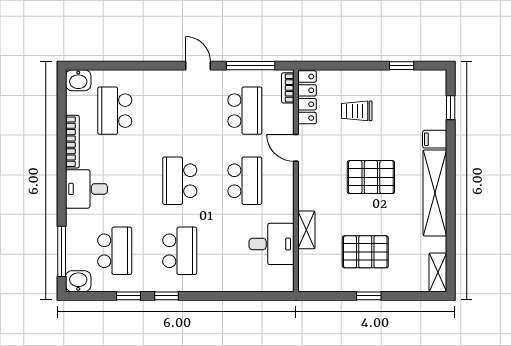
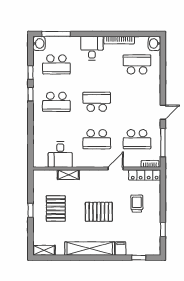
pallet: (371, 177) -> (99, 212), turned 90

